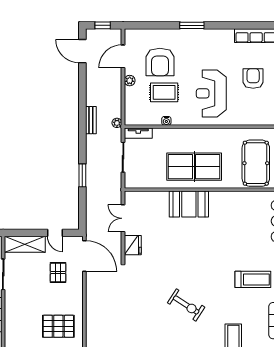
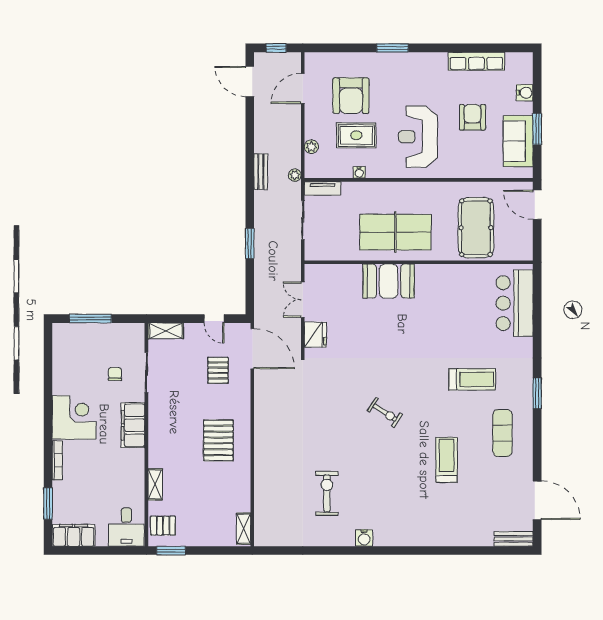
plant: (130, 81) -> (311, 147), moved
shelving: (25, 244) -> (166, 331), width x0.67, depth x0.75
exercise bike: (186, 305) -> (385, 413), width x0.73, depth x0.72
pallet: (58, 326) -> (218, 440), turned 90

